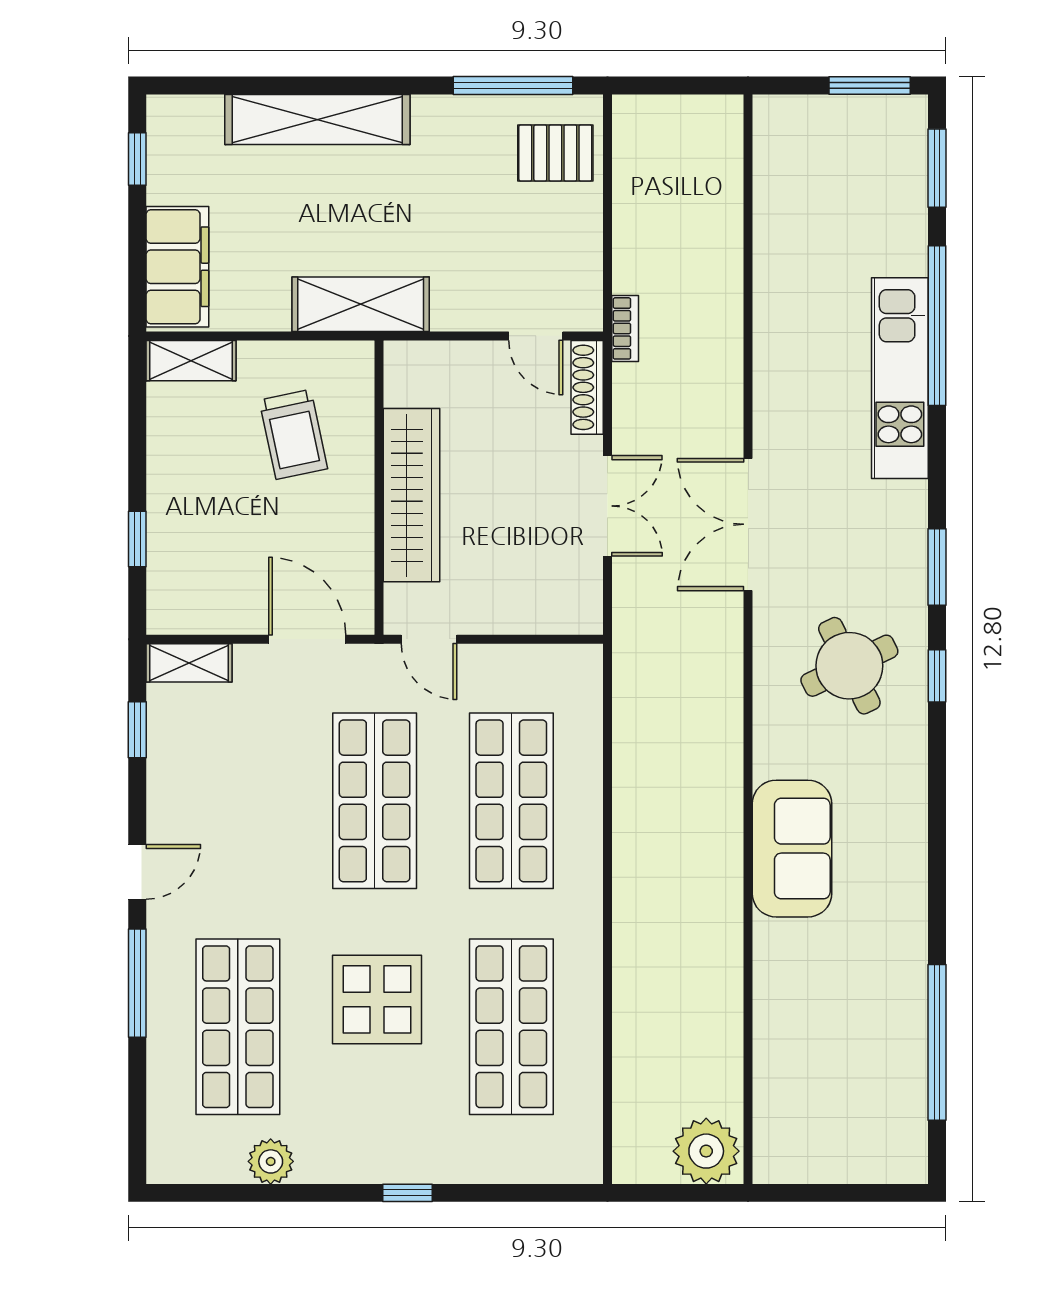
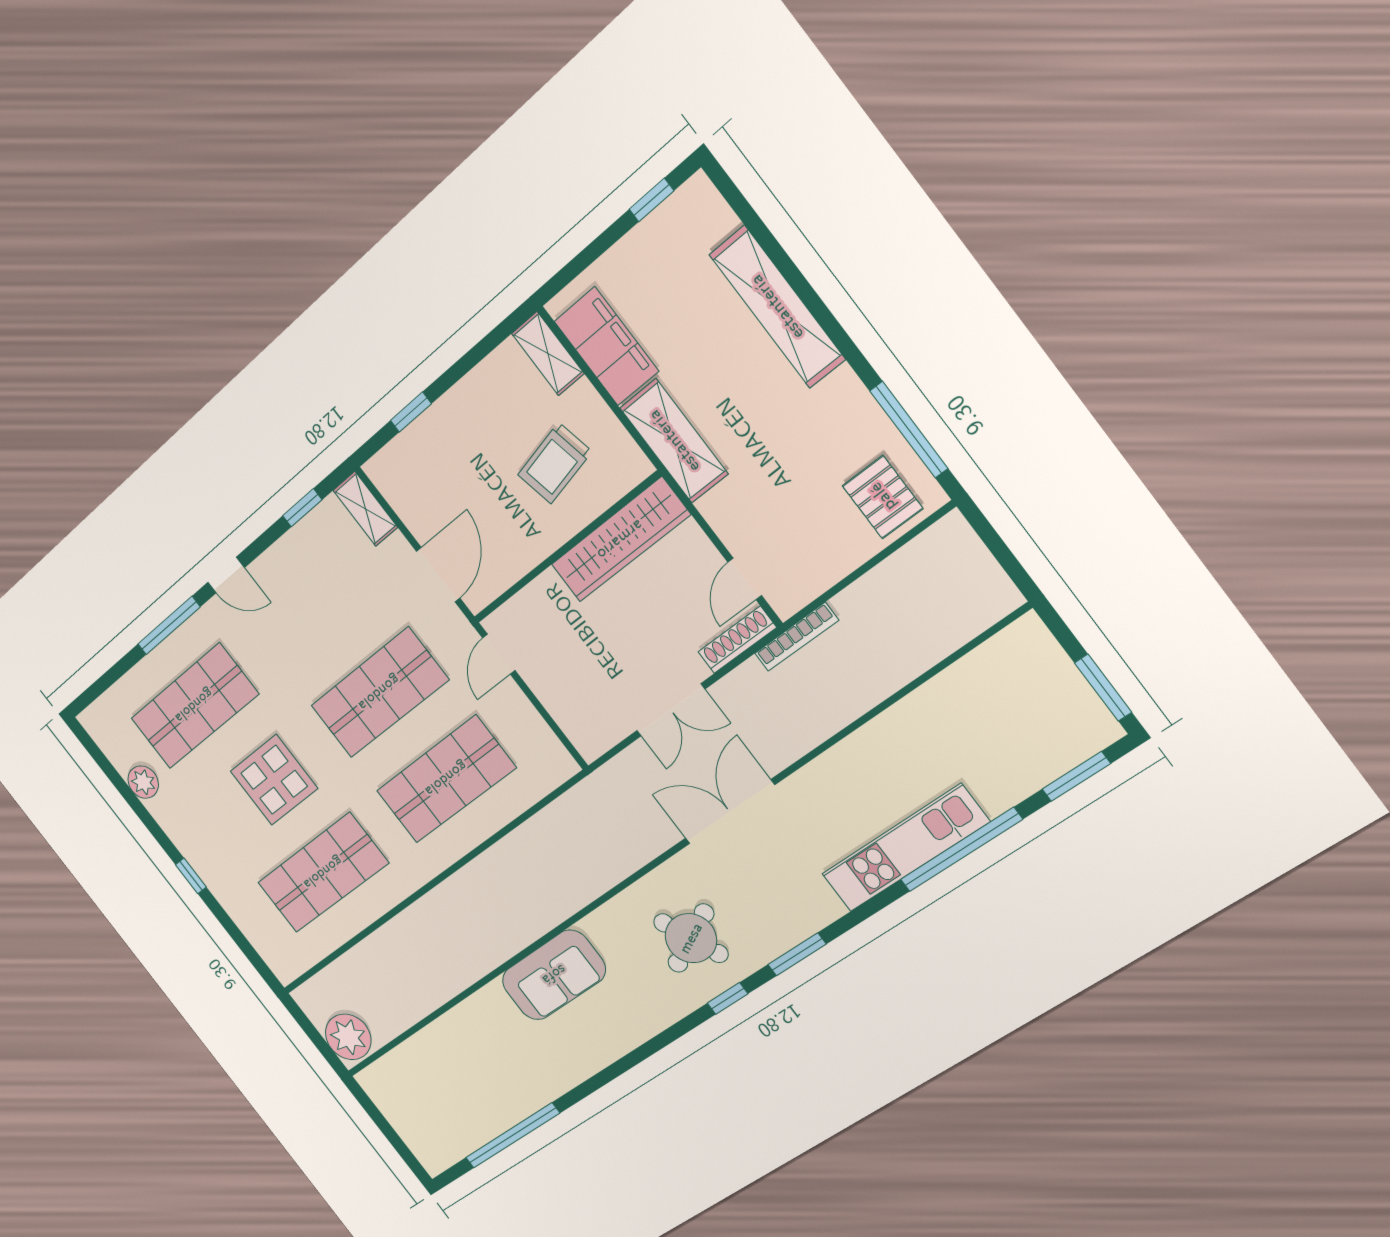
filing cabinet: (177, 267) -> (606, 346), moved, turned -90
bookcase: (625, 328) -> (797, 637), width x1.56
wardrobe: (411, 495) -> (620, 540), moved

